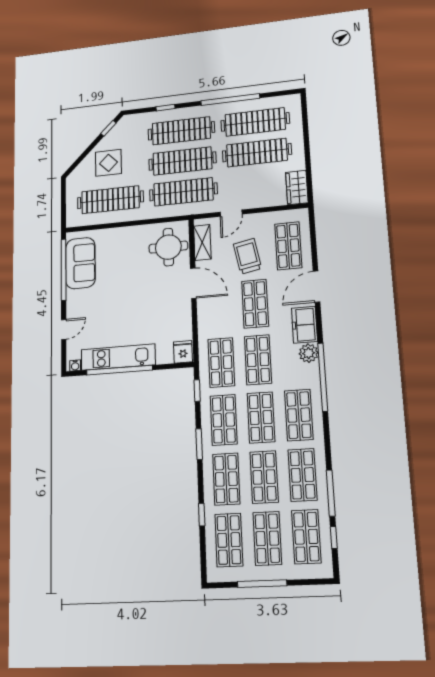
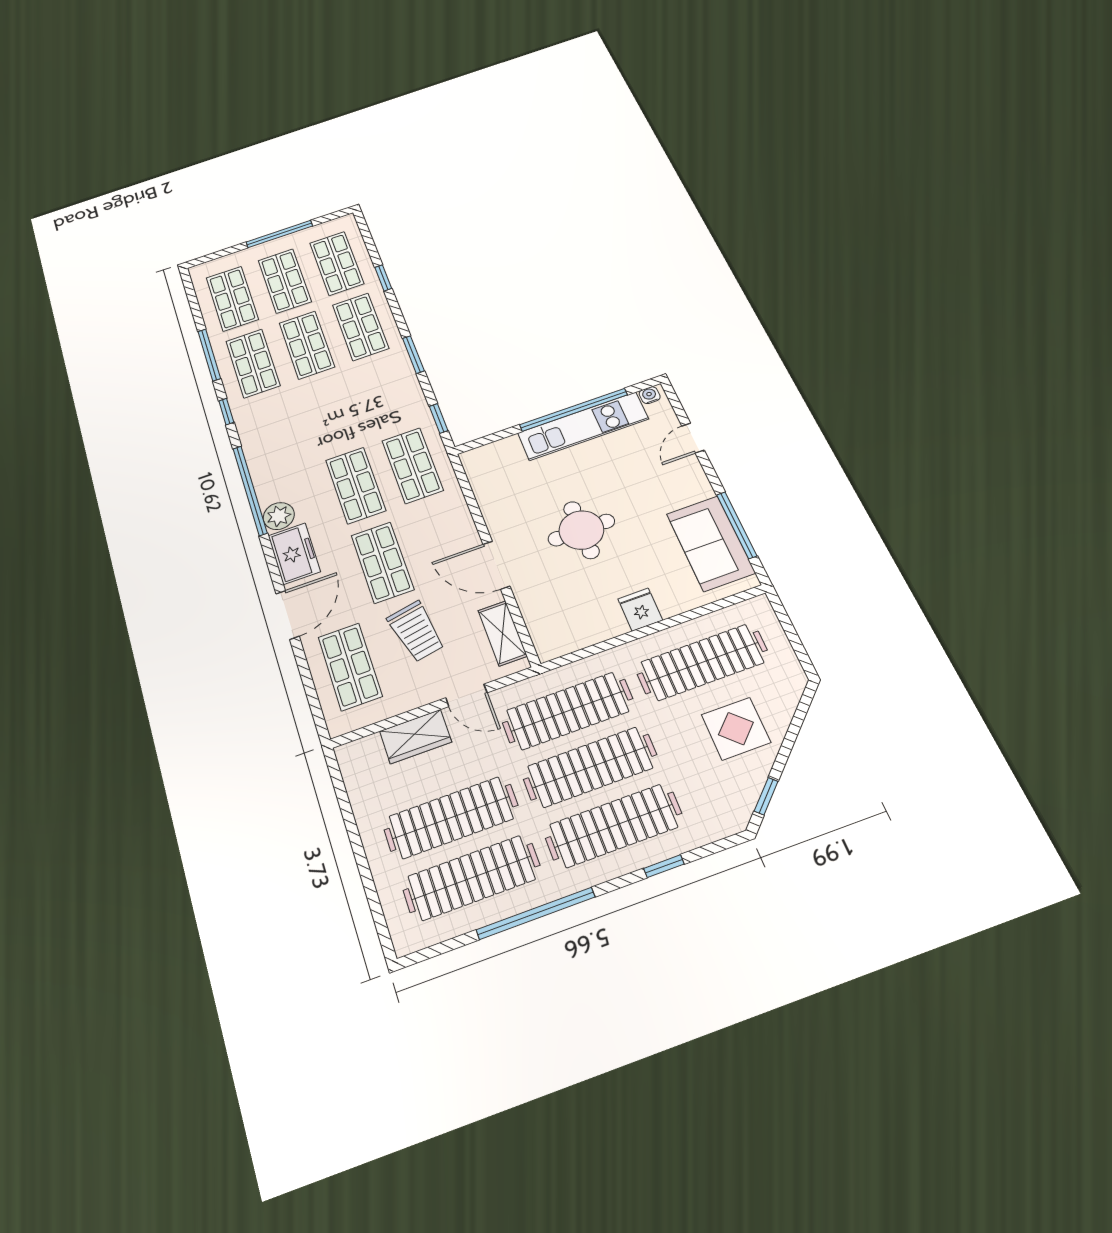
wardrobe: (297, 188) -> (416, 737), moved, turned 90
door: (231, 213) -> (466, 695), swing flipped
round table: (168, 247) -> (581, 530), moved
window: (64, 270) -> (737, 525), width x0.68
fridge: (183, 352) -> (640, 610), moved, turned 180
shop shelf: (299, 415) -> (275, 432), removed
shop shelf: (261, 417) -> (330, 413), removed
shop shelf: (224, 420) -> (386, 394), removed
window: (334, 537) -> (226, 412), moved

